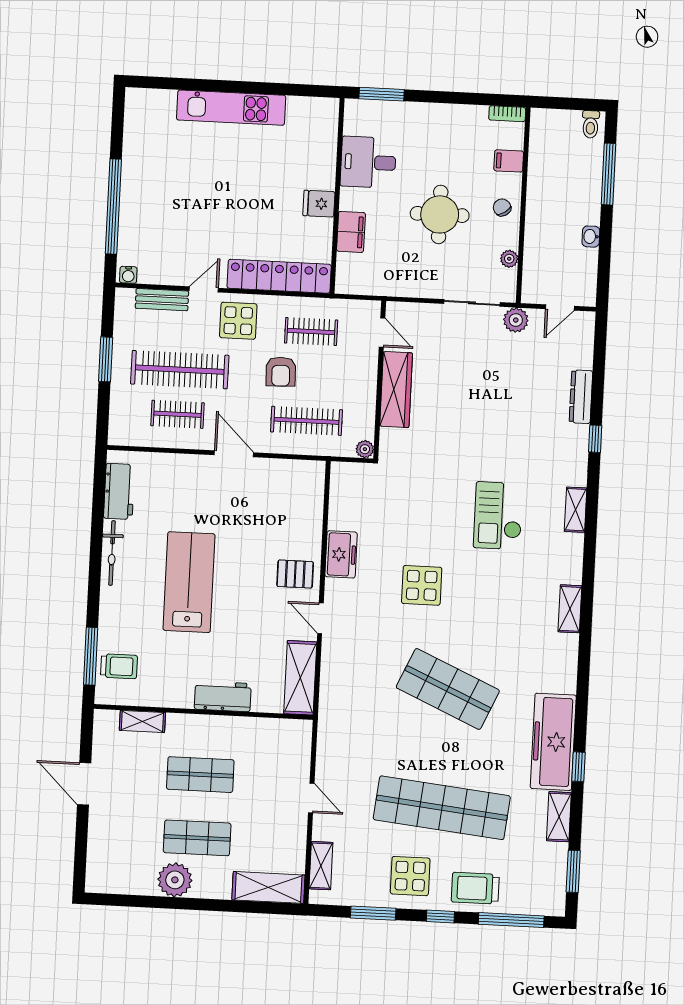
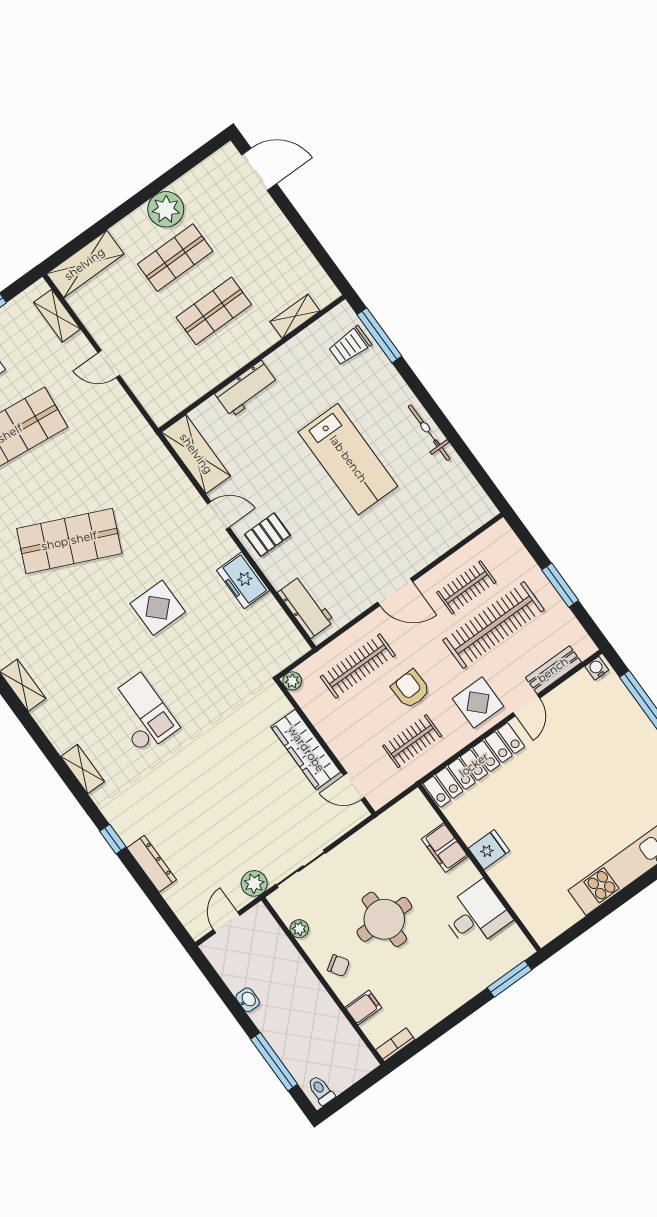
workbench: (119, 491) -> (306, 607), moved, turned 180
door: (84, 784) -> (259, 169), moved

